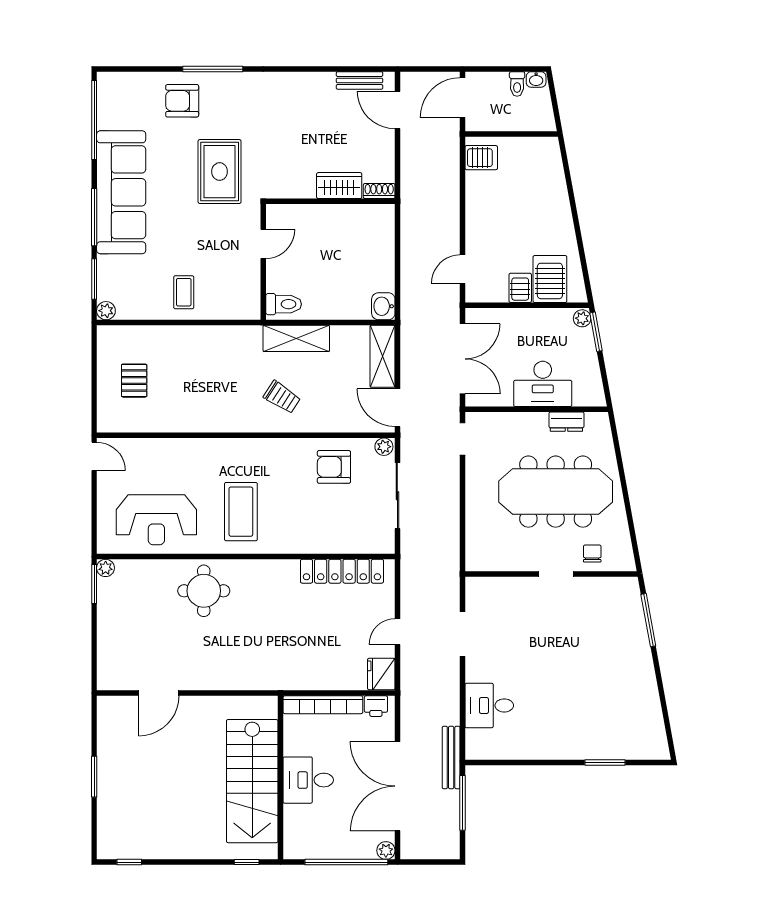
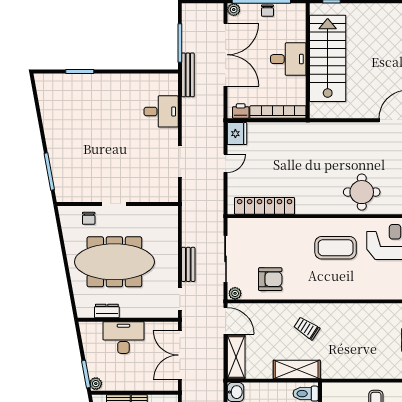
bench: (451, 488) -> (188, 264), added
coffee table: (241, 512) -> (336, 248), turned 90
chair: (338, 849) -> (267, 11), added

